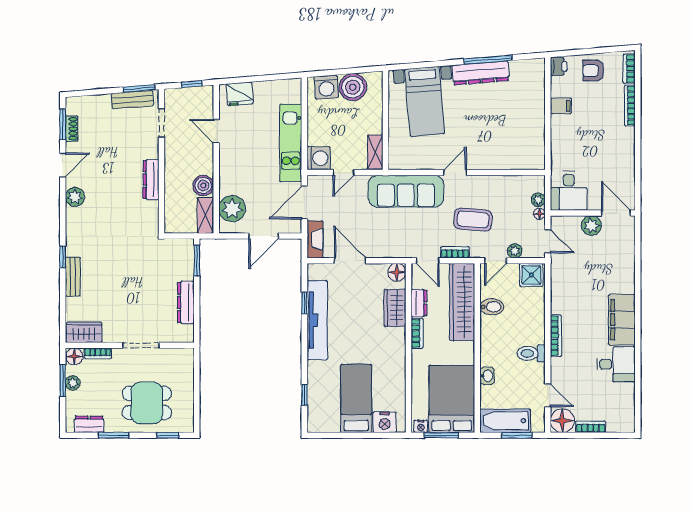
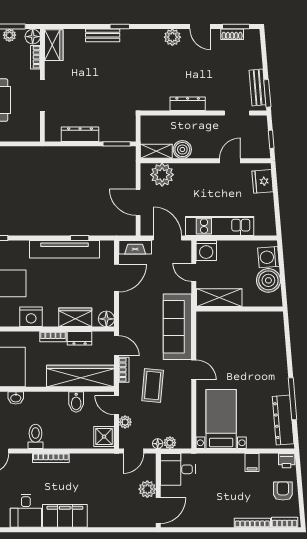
dresser: (481, 73) -> (283, 420), moved
bed with nightstands: (425, 102) -> (221, 419), moved, turned 95
shelving: (375, 152) -> (219, 298), width x1.50, depth x1.33
door: (428, 261) -> (117, 346), swing flipped
nightstand: (394, 358) -> (31, 317), added

